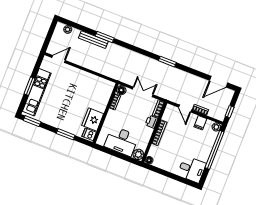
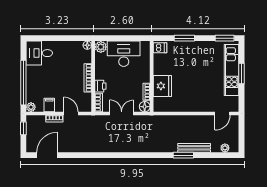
window: (167, 62) -> (108, 155), removed
double door: (143, 92) -> (122, 114), swing flipped
fridge: (93, 120) -> (162, 86), moved

